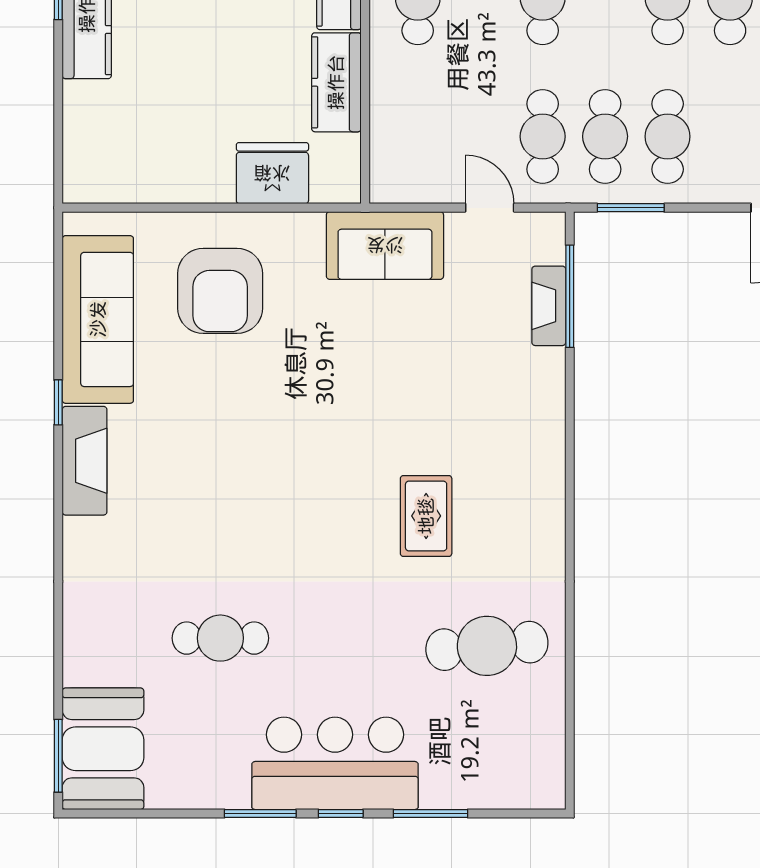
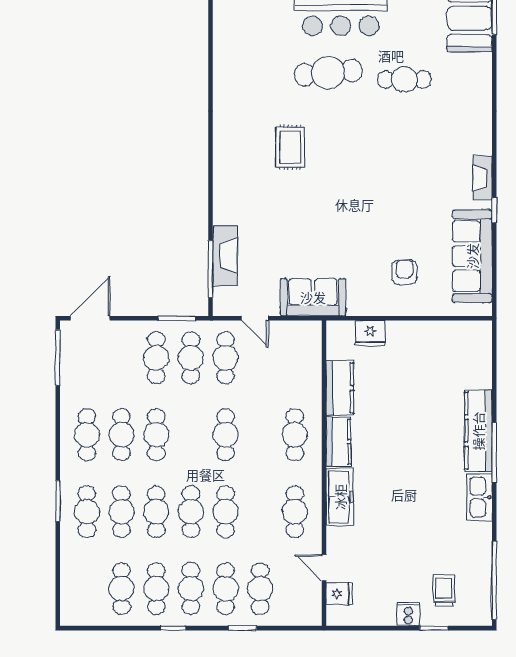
fridge: (272, 173) -> (370, 333), width x0.73, depth x0.75
armchair: (220, 291) -> (404, 272), width x0.53, depth x0.53
fireplace: (549, 306) -> (225, 256), width x1.37, depth x1.32
fireplace: (85, 461) -> (483, 178), width x0.73, depth x0.76
cafe table: (487, 646) -> (328, 73), moved

